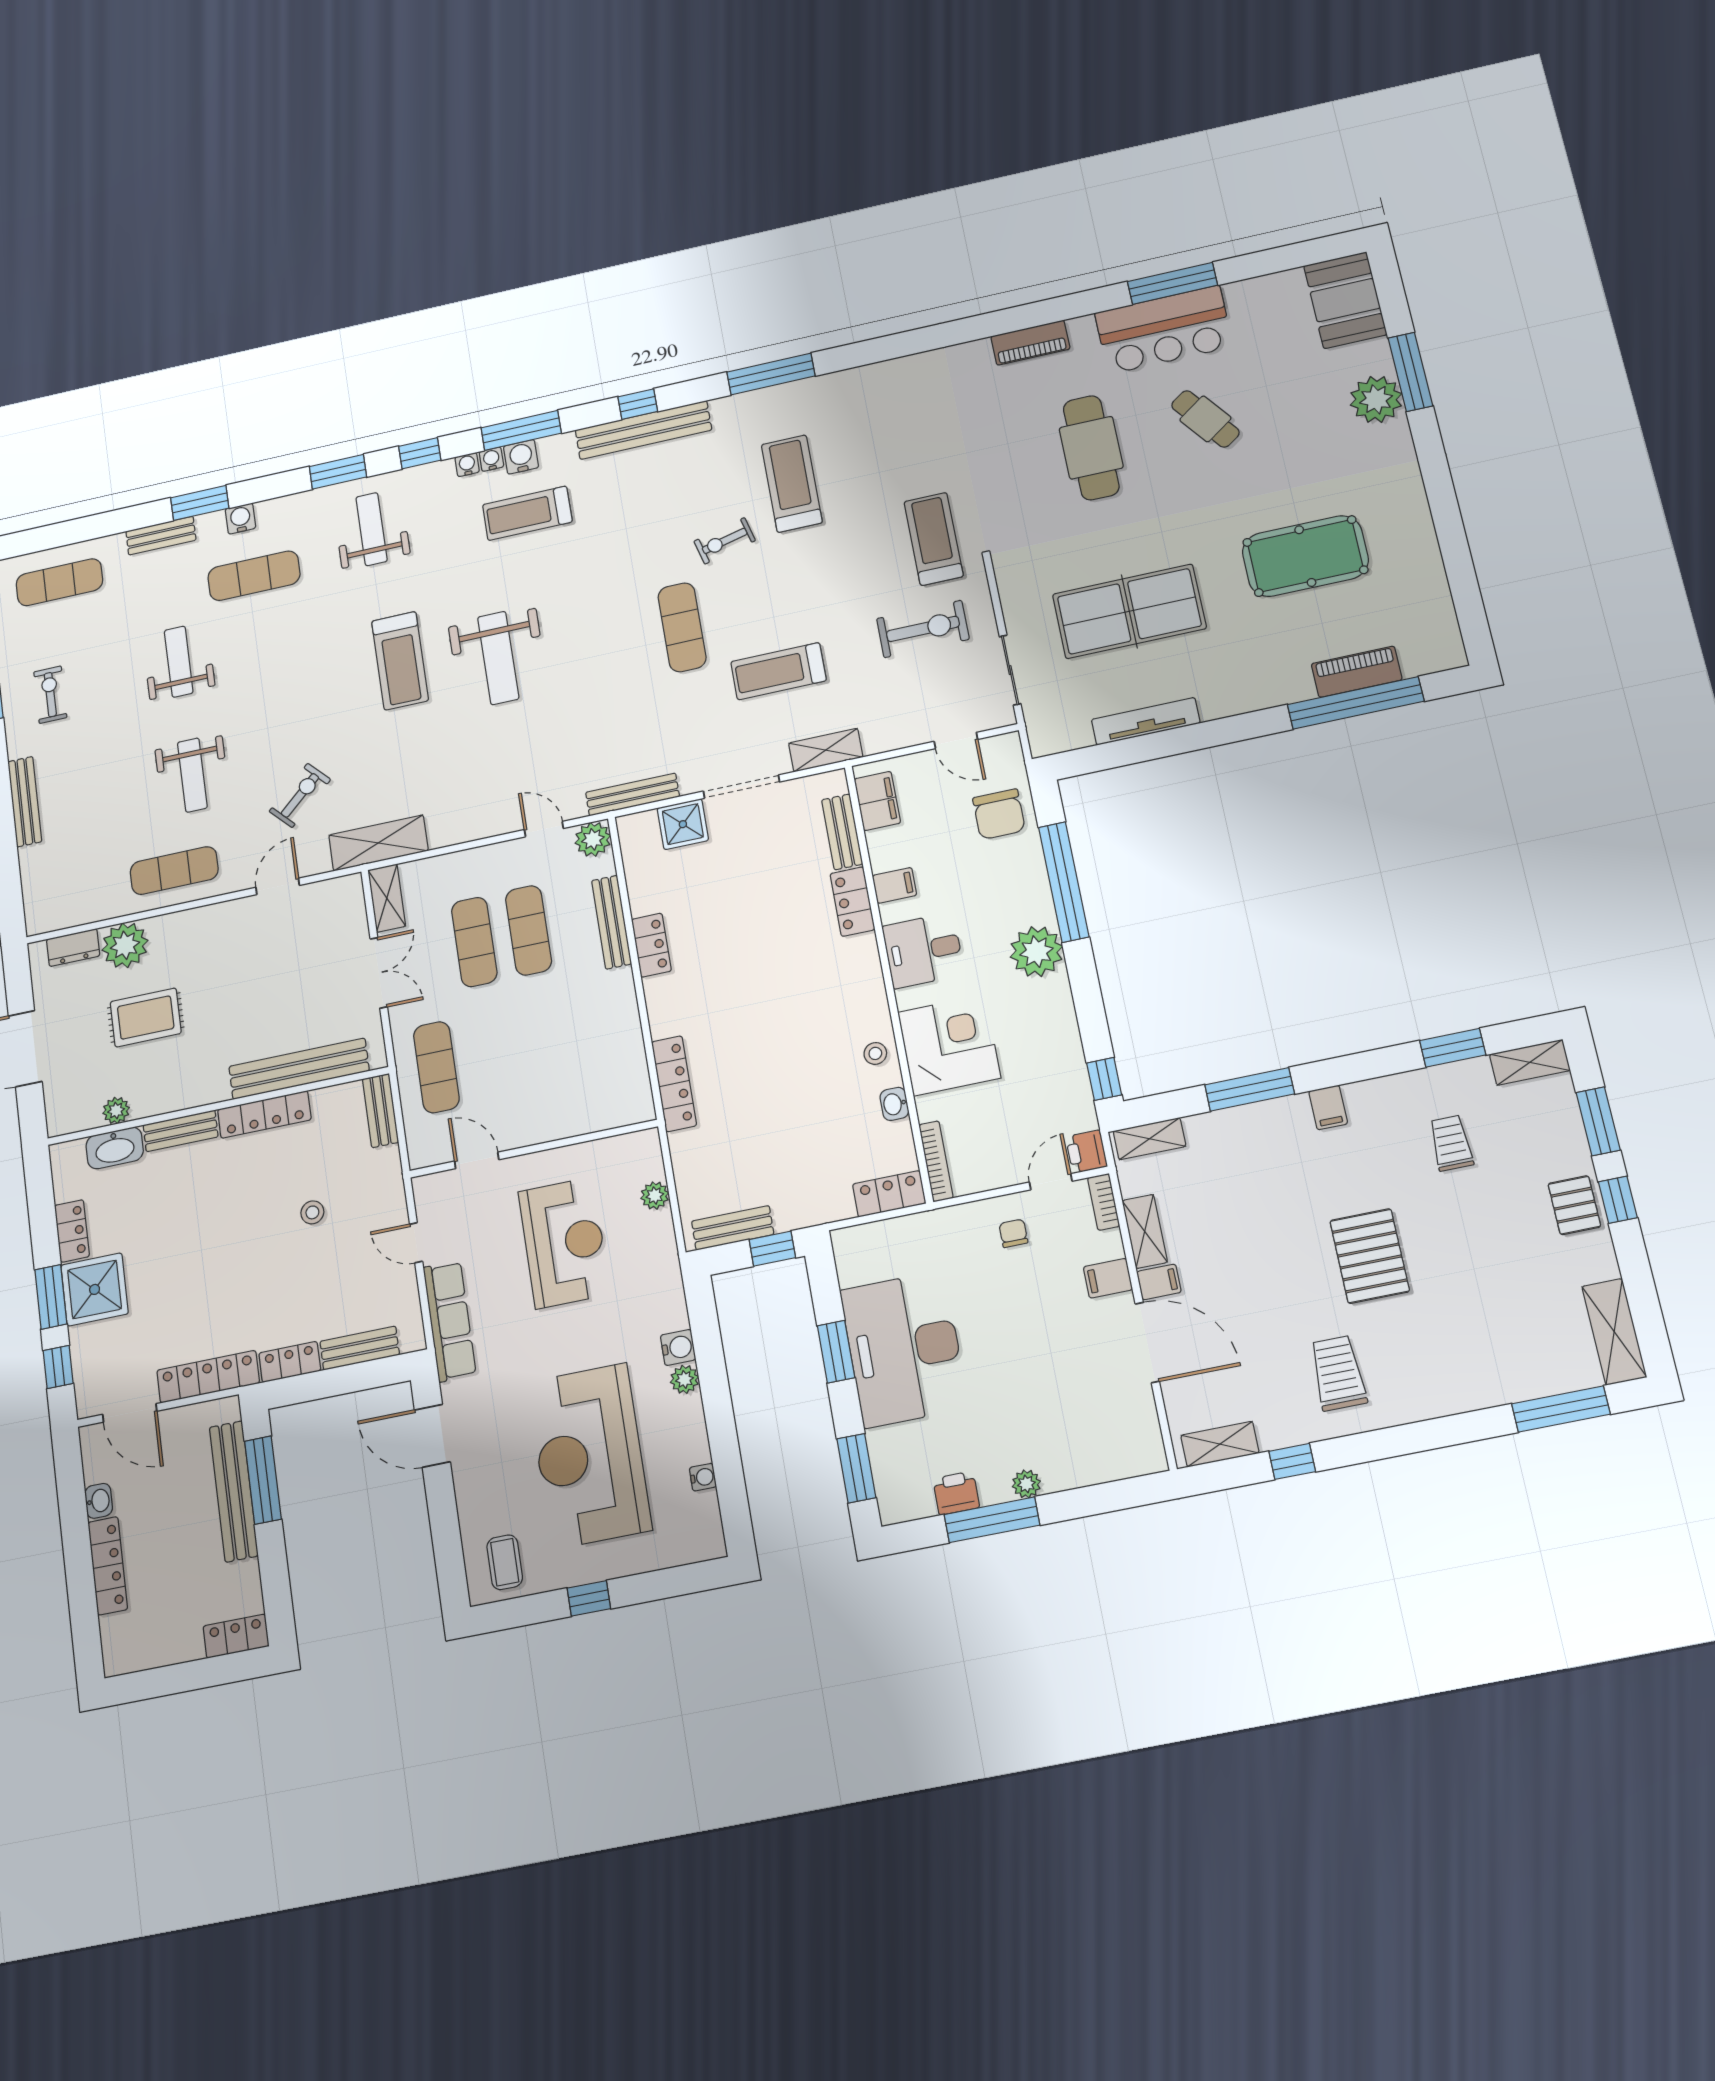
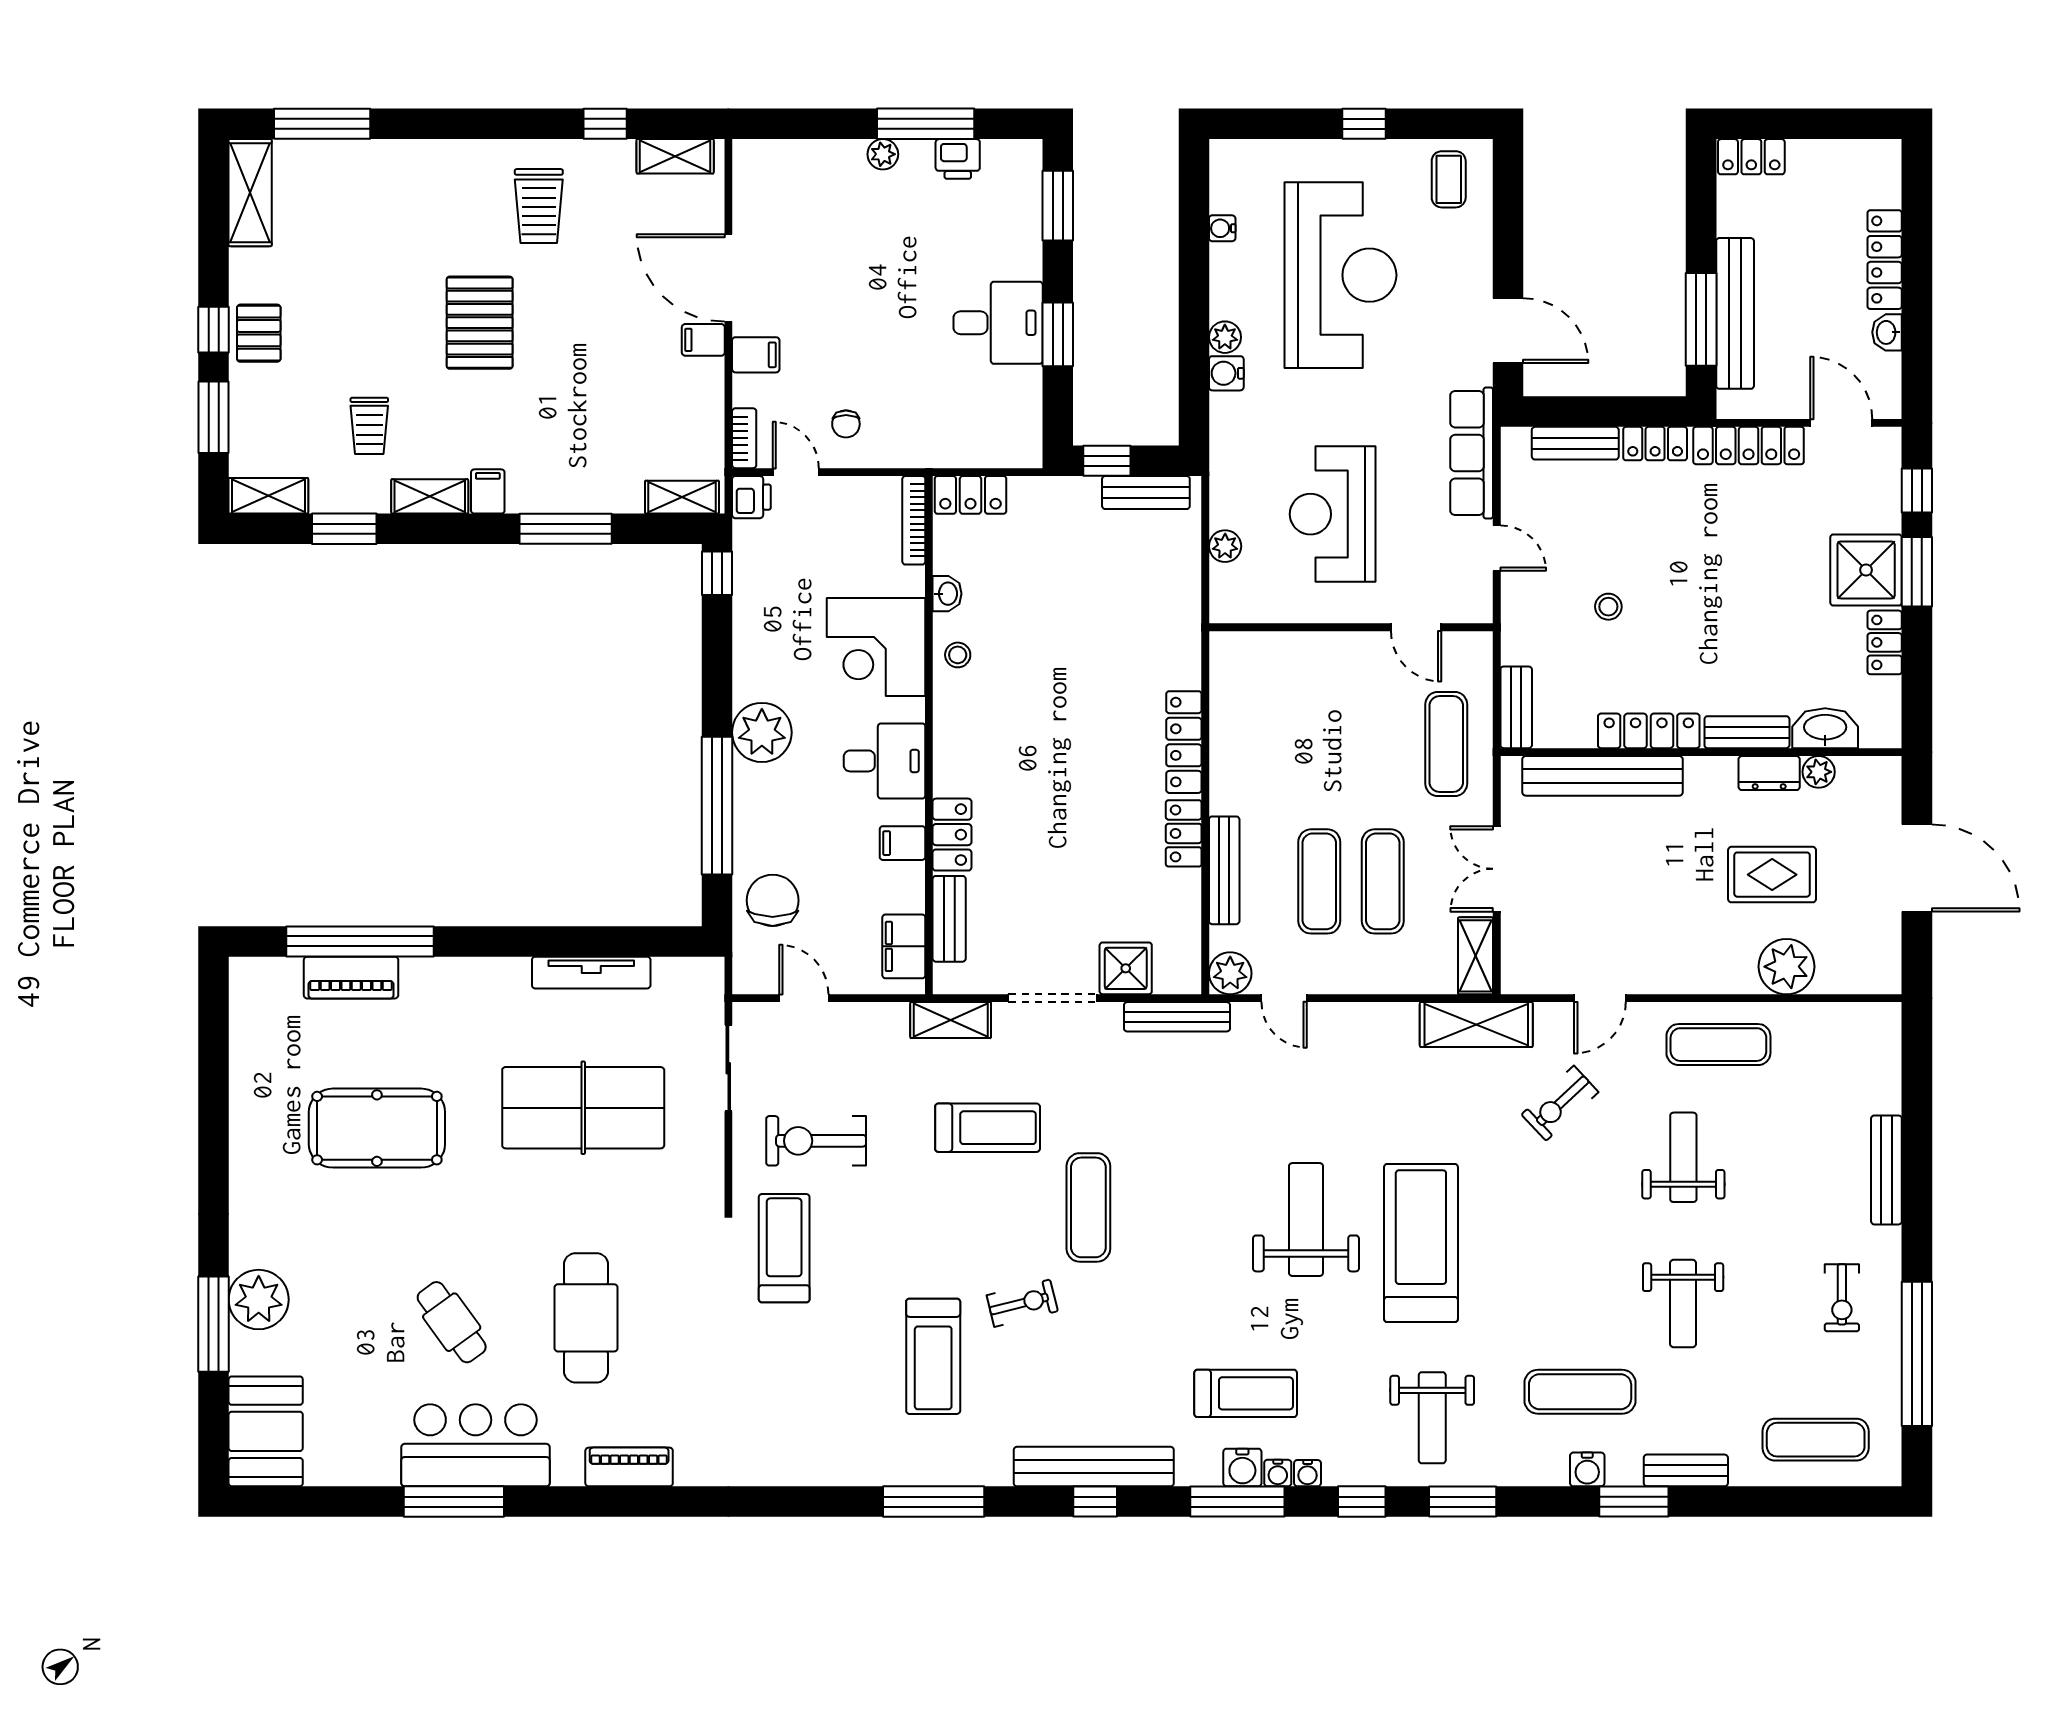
treadmill: (934, 539) -> (784, 1248), turned 180
treadmill: (400, 661) -> (1421, 1243), width x1.37, depth x1.38
dresser: (73, 948) -> (1769, 773), moved, turned 180
locker: (674, 1084) -> (1184, 742), moved
door: (1051, 1182) -> (796, 472), swing flipped
shelving: (1145, 1231) -> (430, 496), moved, turned 90
desk: (904, 1349) -> (998, 323), width x0.53, depth x0.77

